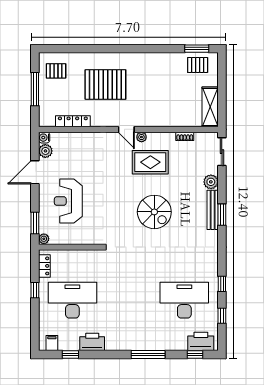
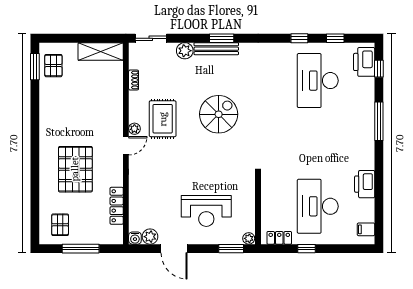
window: (70, 355) -> (379, 209), removed

